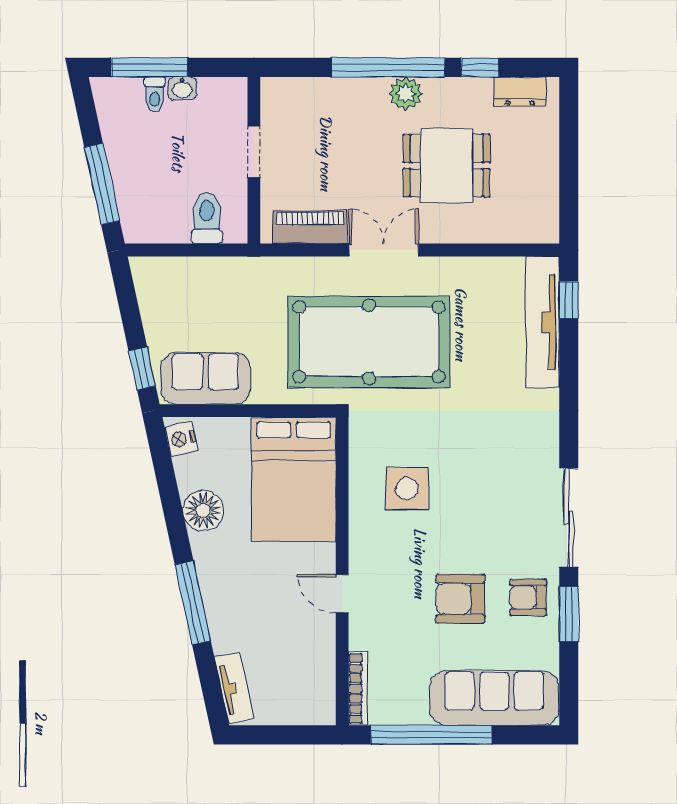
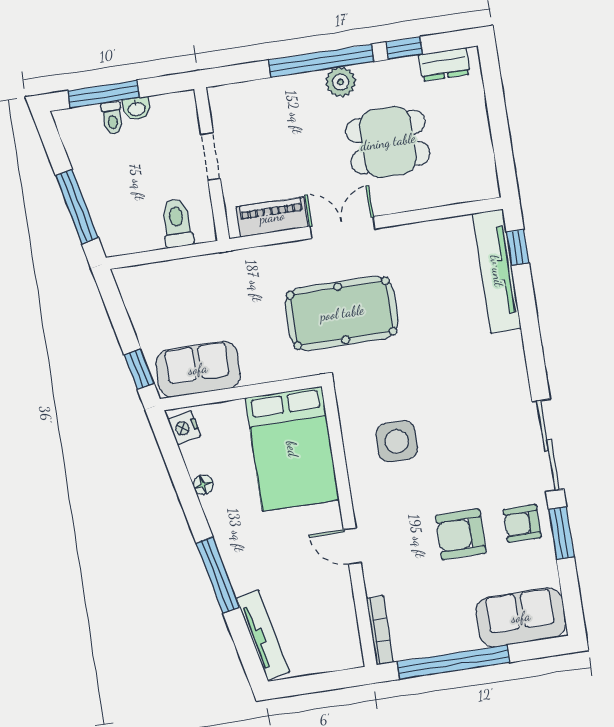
pool table: (369, 342) -> (342, 313), width x0.73, depth x0.76
floor lamp: (203, 511) -> (203, 485), width x0.53, depth x0.53
tv unit: (234, 688) -> (263, 635), width x1.41
sofa: (494, 698) -> (521, 617), width x0.73

